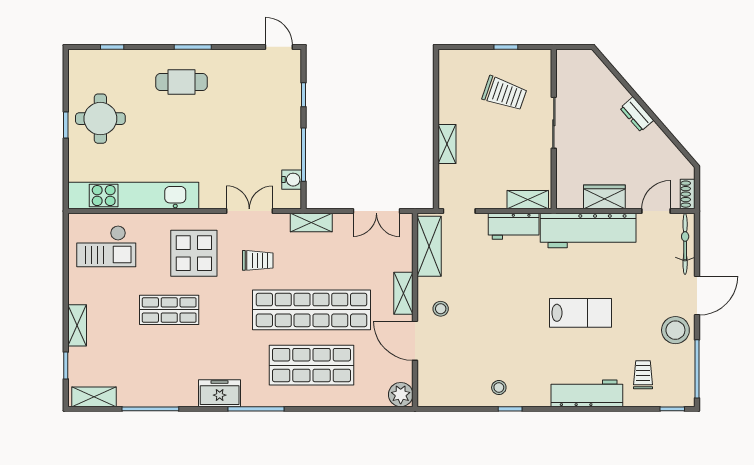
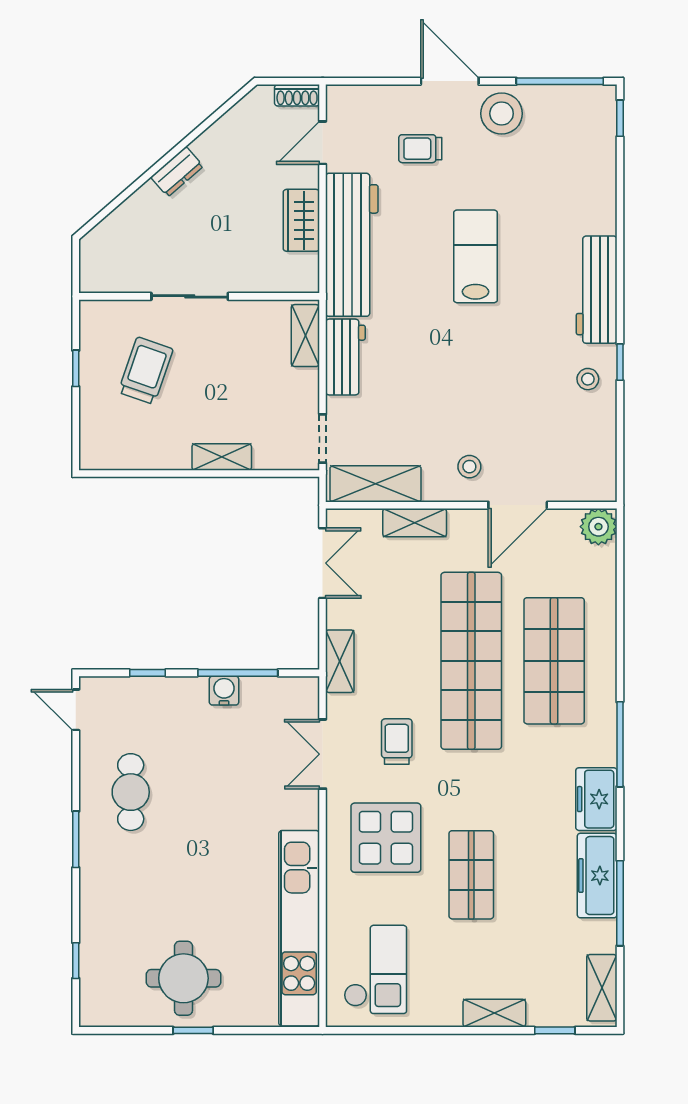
door: (279, 47) -> (76, 710), hinge flipped
cafe table: (181, 82) -> (131, 792), moved
water cooler: (292, 180) -> (224, 691), moved
door: (656, 211) -> (323, 143), hinge flipped
bicycle: (685, 244) -> (372, 99), removed
shelving: (403, 293) -> (415, 523), moved
trolley: (643, 375) -> (420, 149), moved
workbench: (587, 393) -> (597, 290), moved
freezer: (169, 394) -> (597, 876), added

